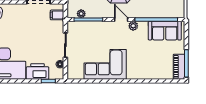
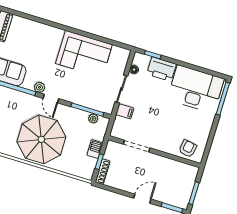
filing cabinet: (57, 15) -> (125, 111), moved

